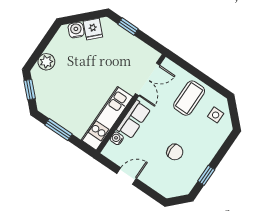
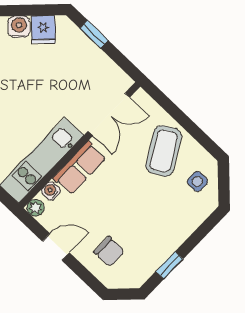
coffee table: (189, 98) -> (164, 151), turned -30
plant: (108, 152) -> (35, 208), added
chair: (175, 152) -> (109, 252), moved

